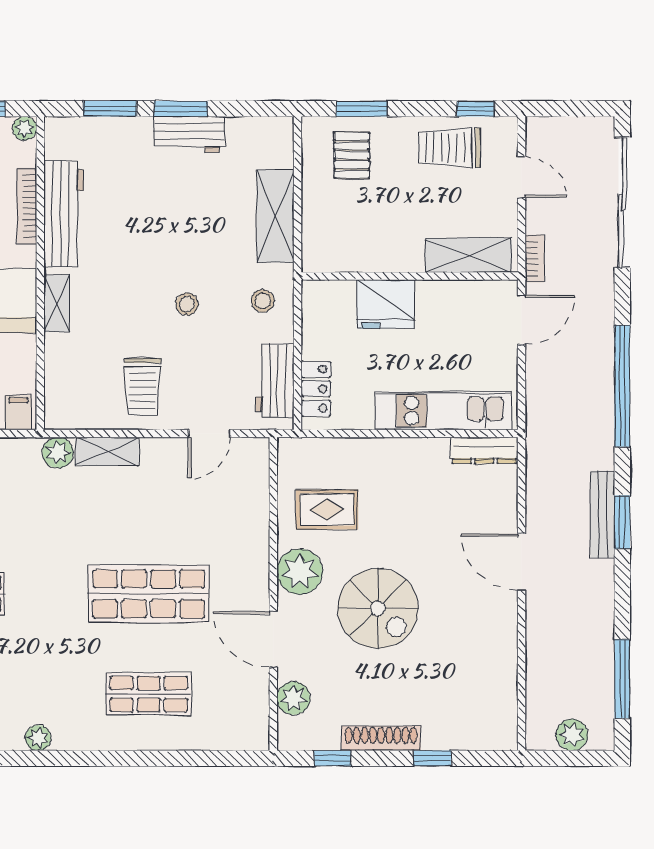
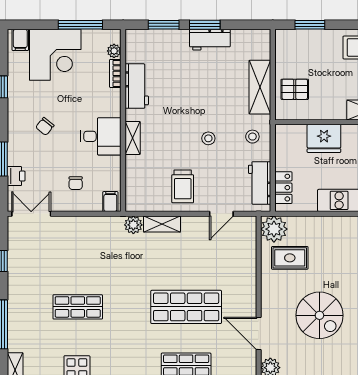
plant: (25, 128) -> (114, 51), moved
pallet: (352, 155) -> (295, 89), moved, turned 90
bookcase: (27, 206) -> (115, 73), width x0.64
workbench: (64, 214) -> (137, 86), width x0.73
plant: (300, 572) -> (274, 229), moved

